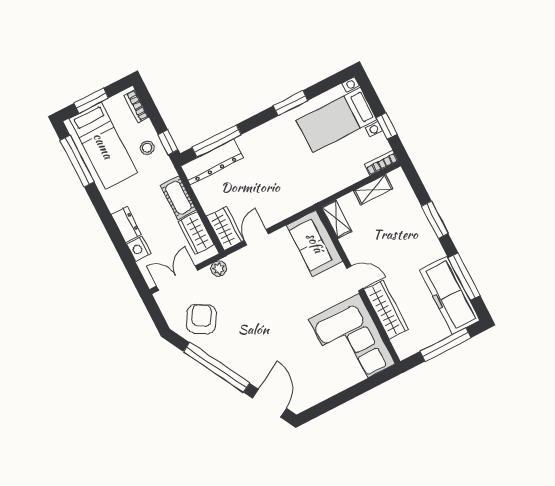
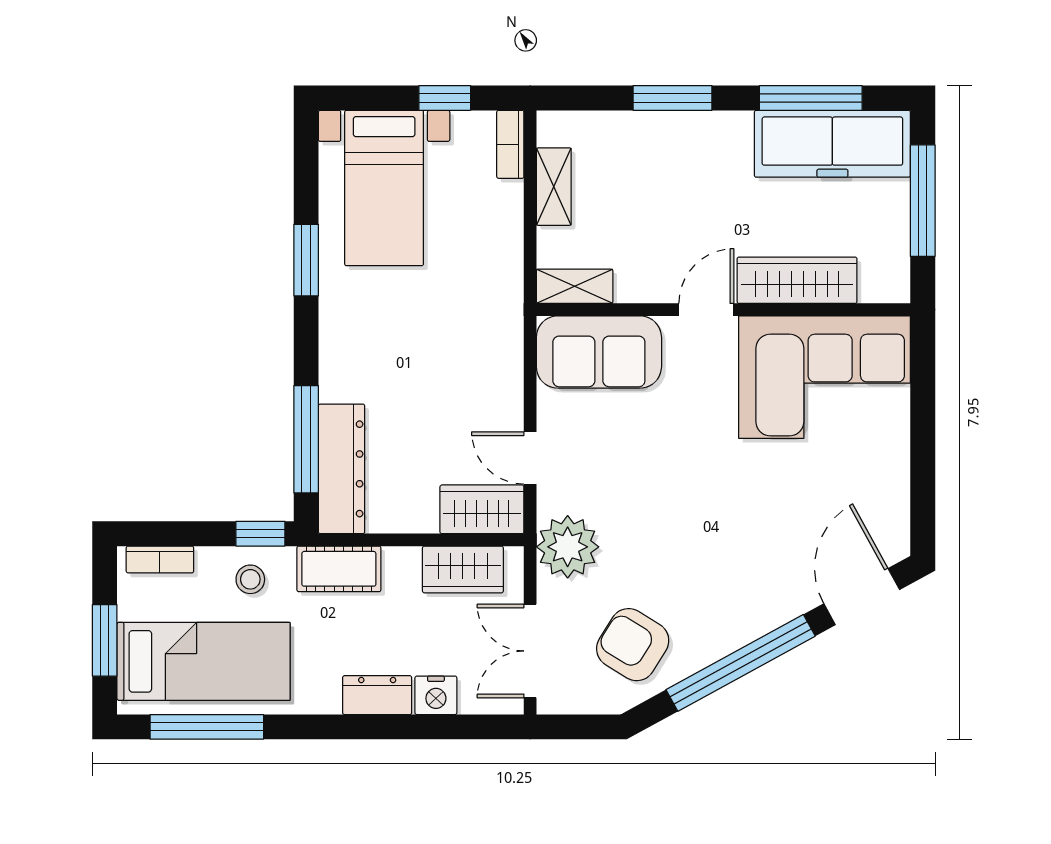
cot: (178, 198) -> (339, 569), moved
plant: (219, 269) -> (568, 547), width x1.88, depth x1.88
door: (269, 403) -> (862, 597), hinge flipped

